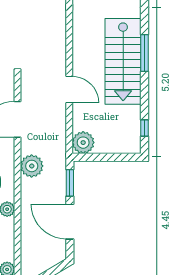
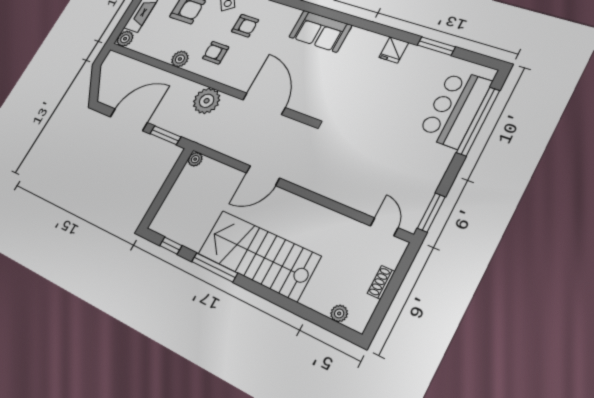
window: (144, 53) -> (215, 267), moved
plant: (83, 143) -> (195, 159), width x0.53, depth x0.53

